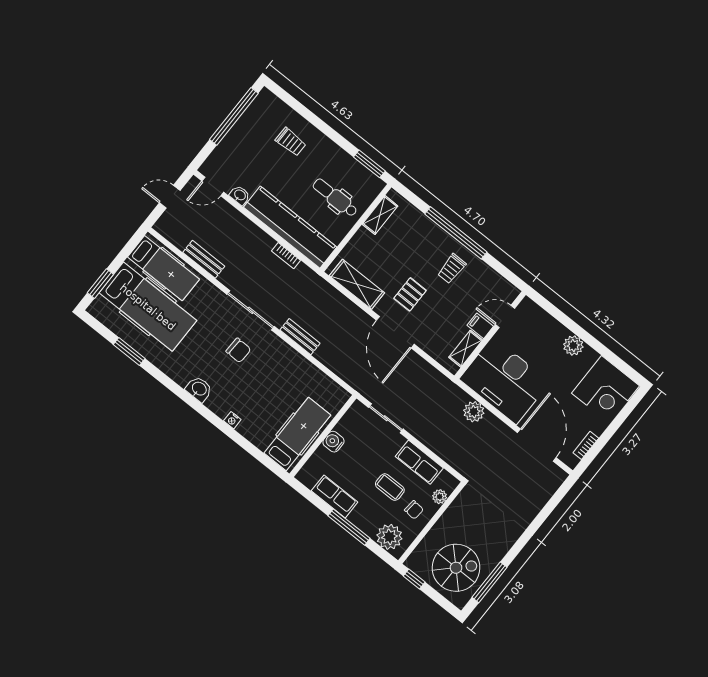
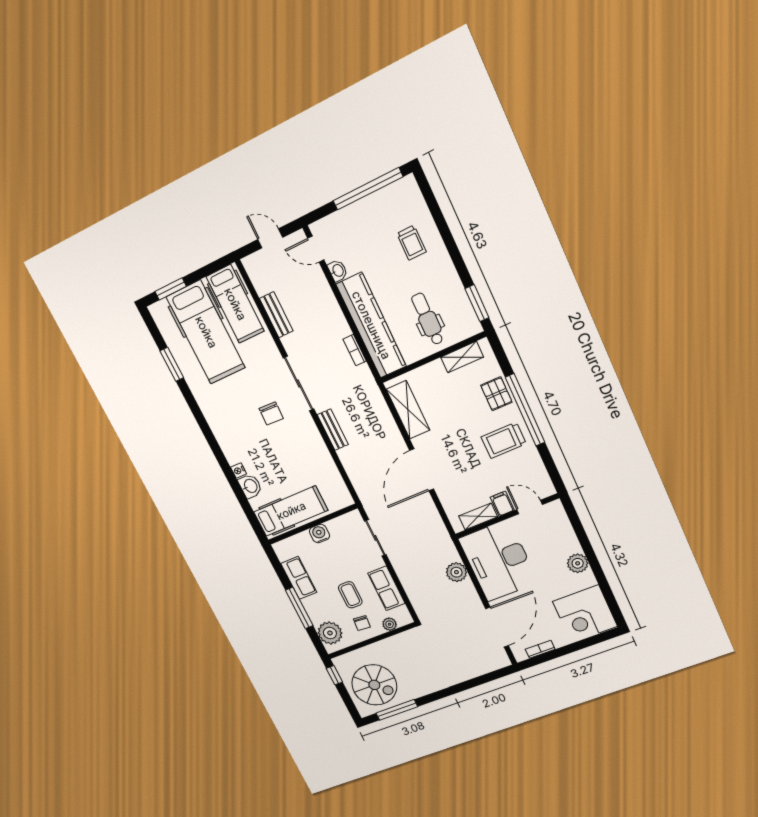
trolley: (452, 269) -> (504, 440), width x1.36, depth x1.39
pallet: (410, 294) -> (496, 394), moved, turned 90
washbasin: (199, 389) -> (250, 486), moved

